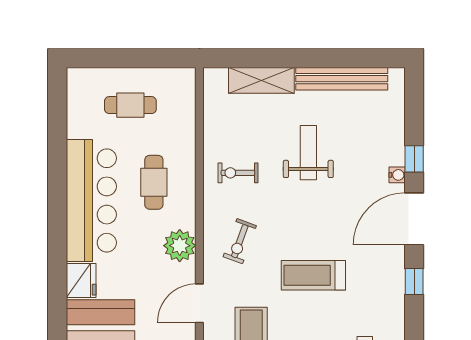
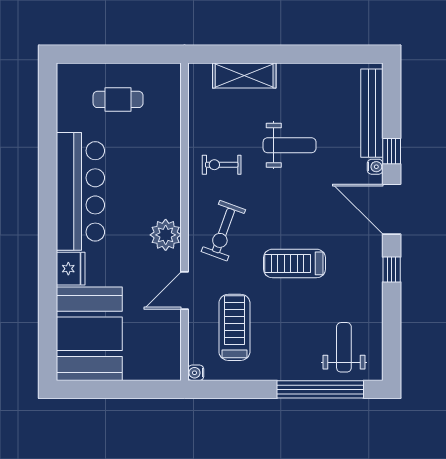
bench: (342, 79) -> (372, 113), moved, turned 90
weight bench: (308, 153) -> (290, 145), turned 90
cafe table: (154, 182) -> (141, 174), removed
door: (414, 219) -> (392, 209), hinge flipped
exercise bike: (240, 241) -> (223, 231), width x1.38, depth x1.39

